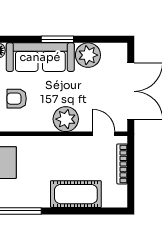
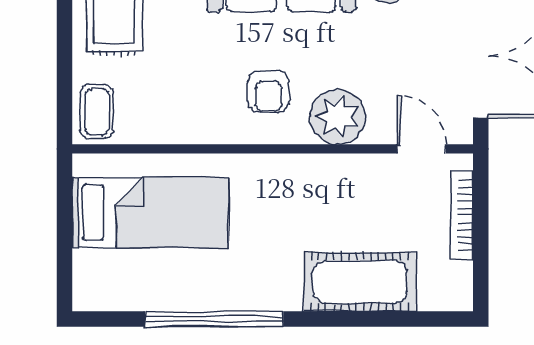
armchair: (17, 99) -> (269, 91), moved, turned -90

